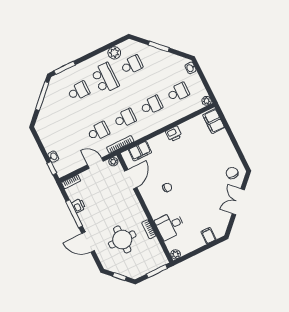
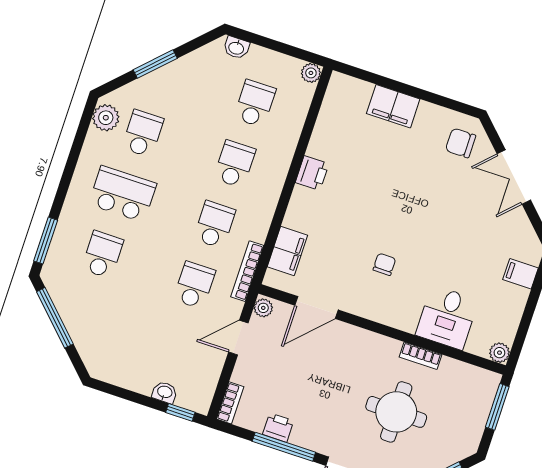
plant: (114, 53) -> (106, 118), moved
filing cabinet: (214, 121) -> (393, 106), moved
door: (131, 179) -> (316, 308), swing flipped

